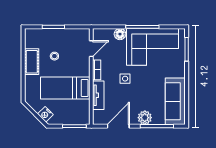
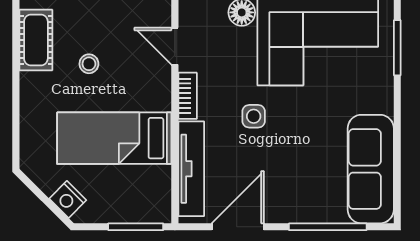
door: (91, 49) -> (175, 46), swing flipped
cot: (32, 62) -> (36, 40), moved
tv unit: (98, 95) -> (191, 169), width x1.41
plant: (145, 118) -> (300, 207), removed

